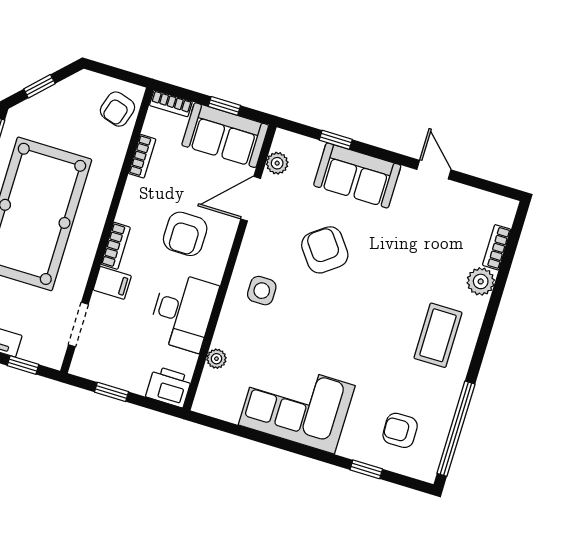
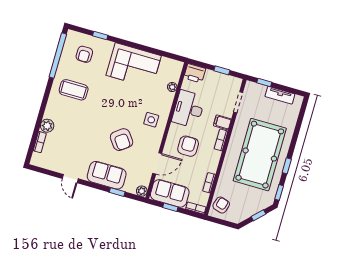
plant: (277, 163) -> (142, 191), moved
coffee table: (438, 335) -> (74, 90), moved, turned 90
armchair: (400, 430) -> (84, 54), turned 91

